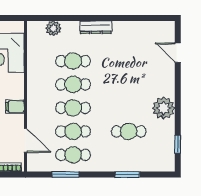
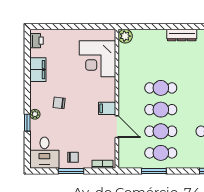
plant: (53, 28) -> (125, 36), moved
cafe table: (73, 61) -> (161, 66), removed
door: (26, 140) -> (117, 127), moved

